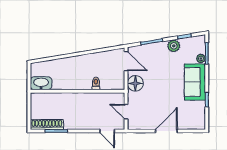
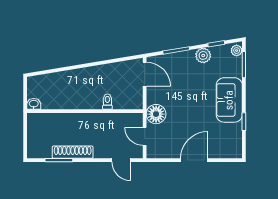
plant: (201, 58) -> (237, 51), moved
washbasin: (41, 83) -> (34, 104), width x0.52, depth x0.69
floor lamp: (135, 83) -> (156, 114), moved
shoe rack: (47, 124) -> (73, 152), moved

